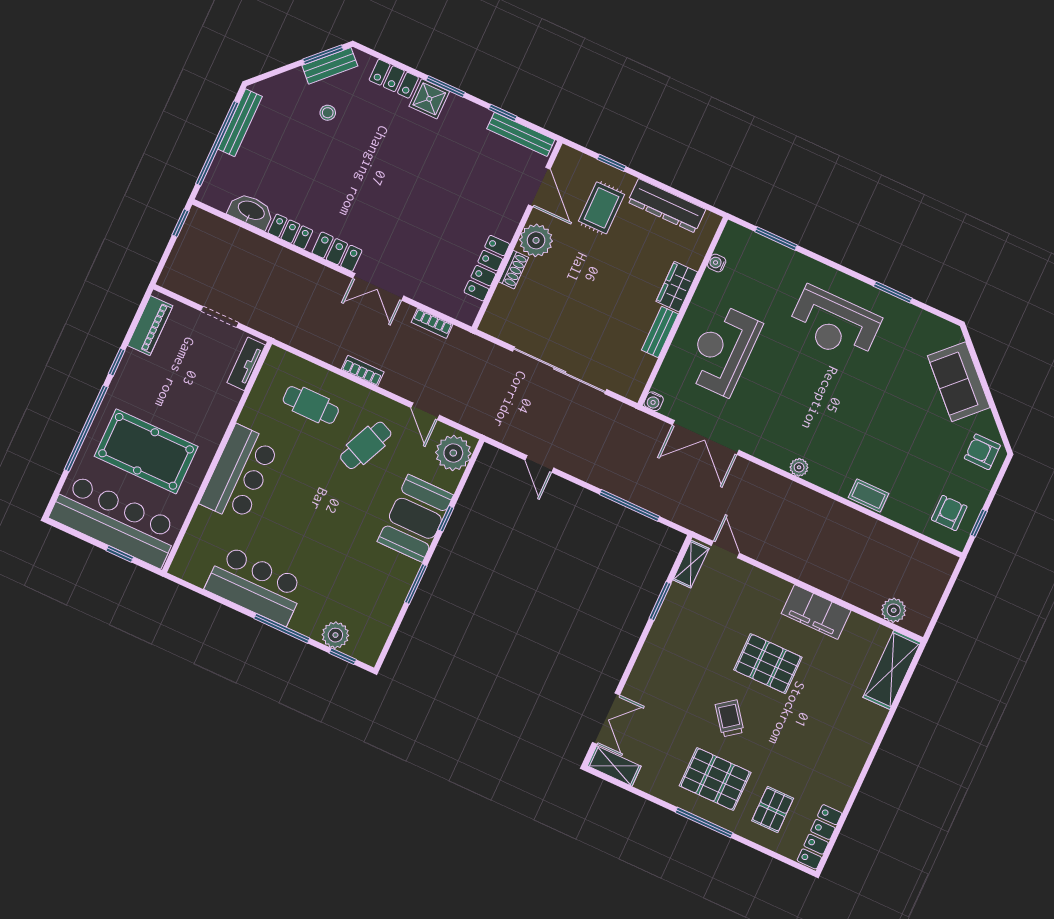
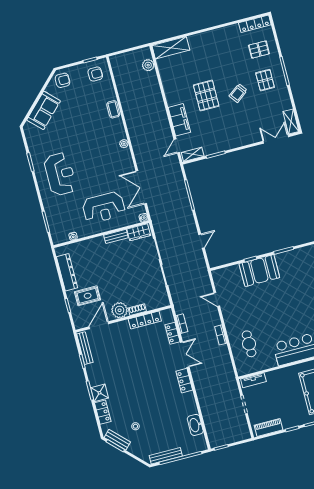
locker: (290, 232) -> (173, 333), moved
wardrobe: (677, 287) -> (139, 232), moved
door: (425, 411) -> (217, 299), swing flipped
double door: (706, 438) -> (141, 187), swing flipped
cafe table: (366, 445) -> (247, 311), removed
armchair: (982, 452) -> (62, 80), turned -90
plant: (453, 453) -> (224, 276), removed
armchair: (949, 513) -> (95, 74), turned 180
filing cabinet: (816, 612) -> (179, 120), moved
pallet: (715, 779) -> (265, 80), width x0.67, depth x0.71

